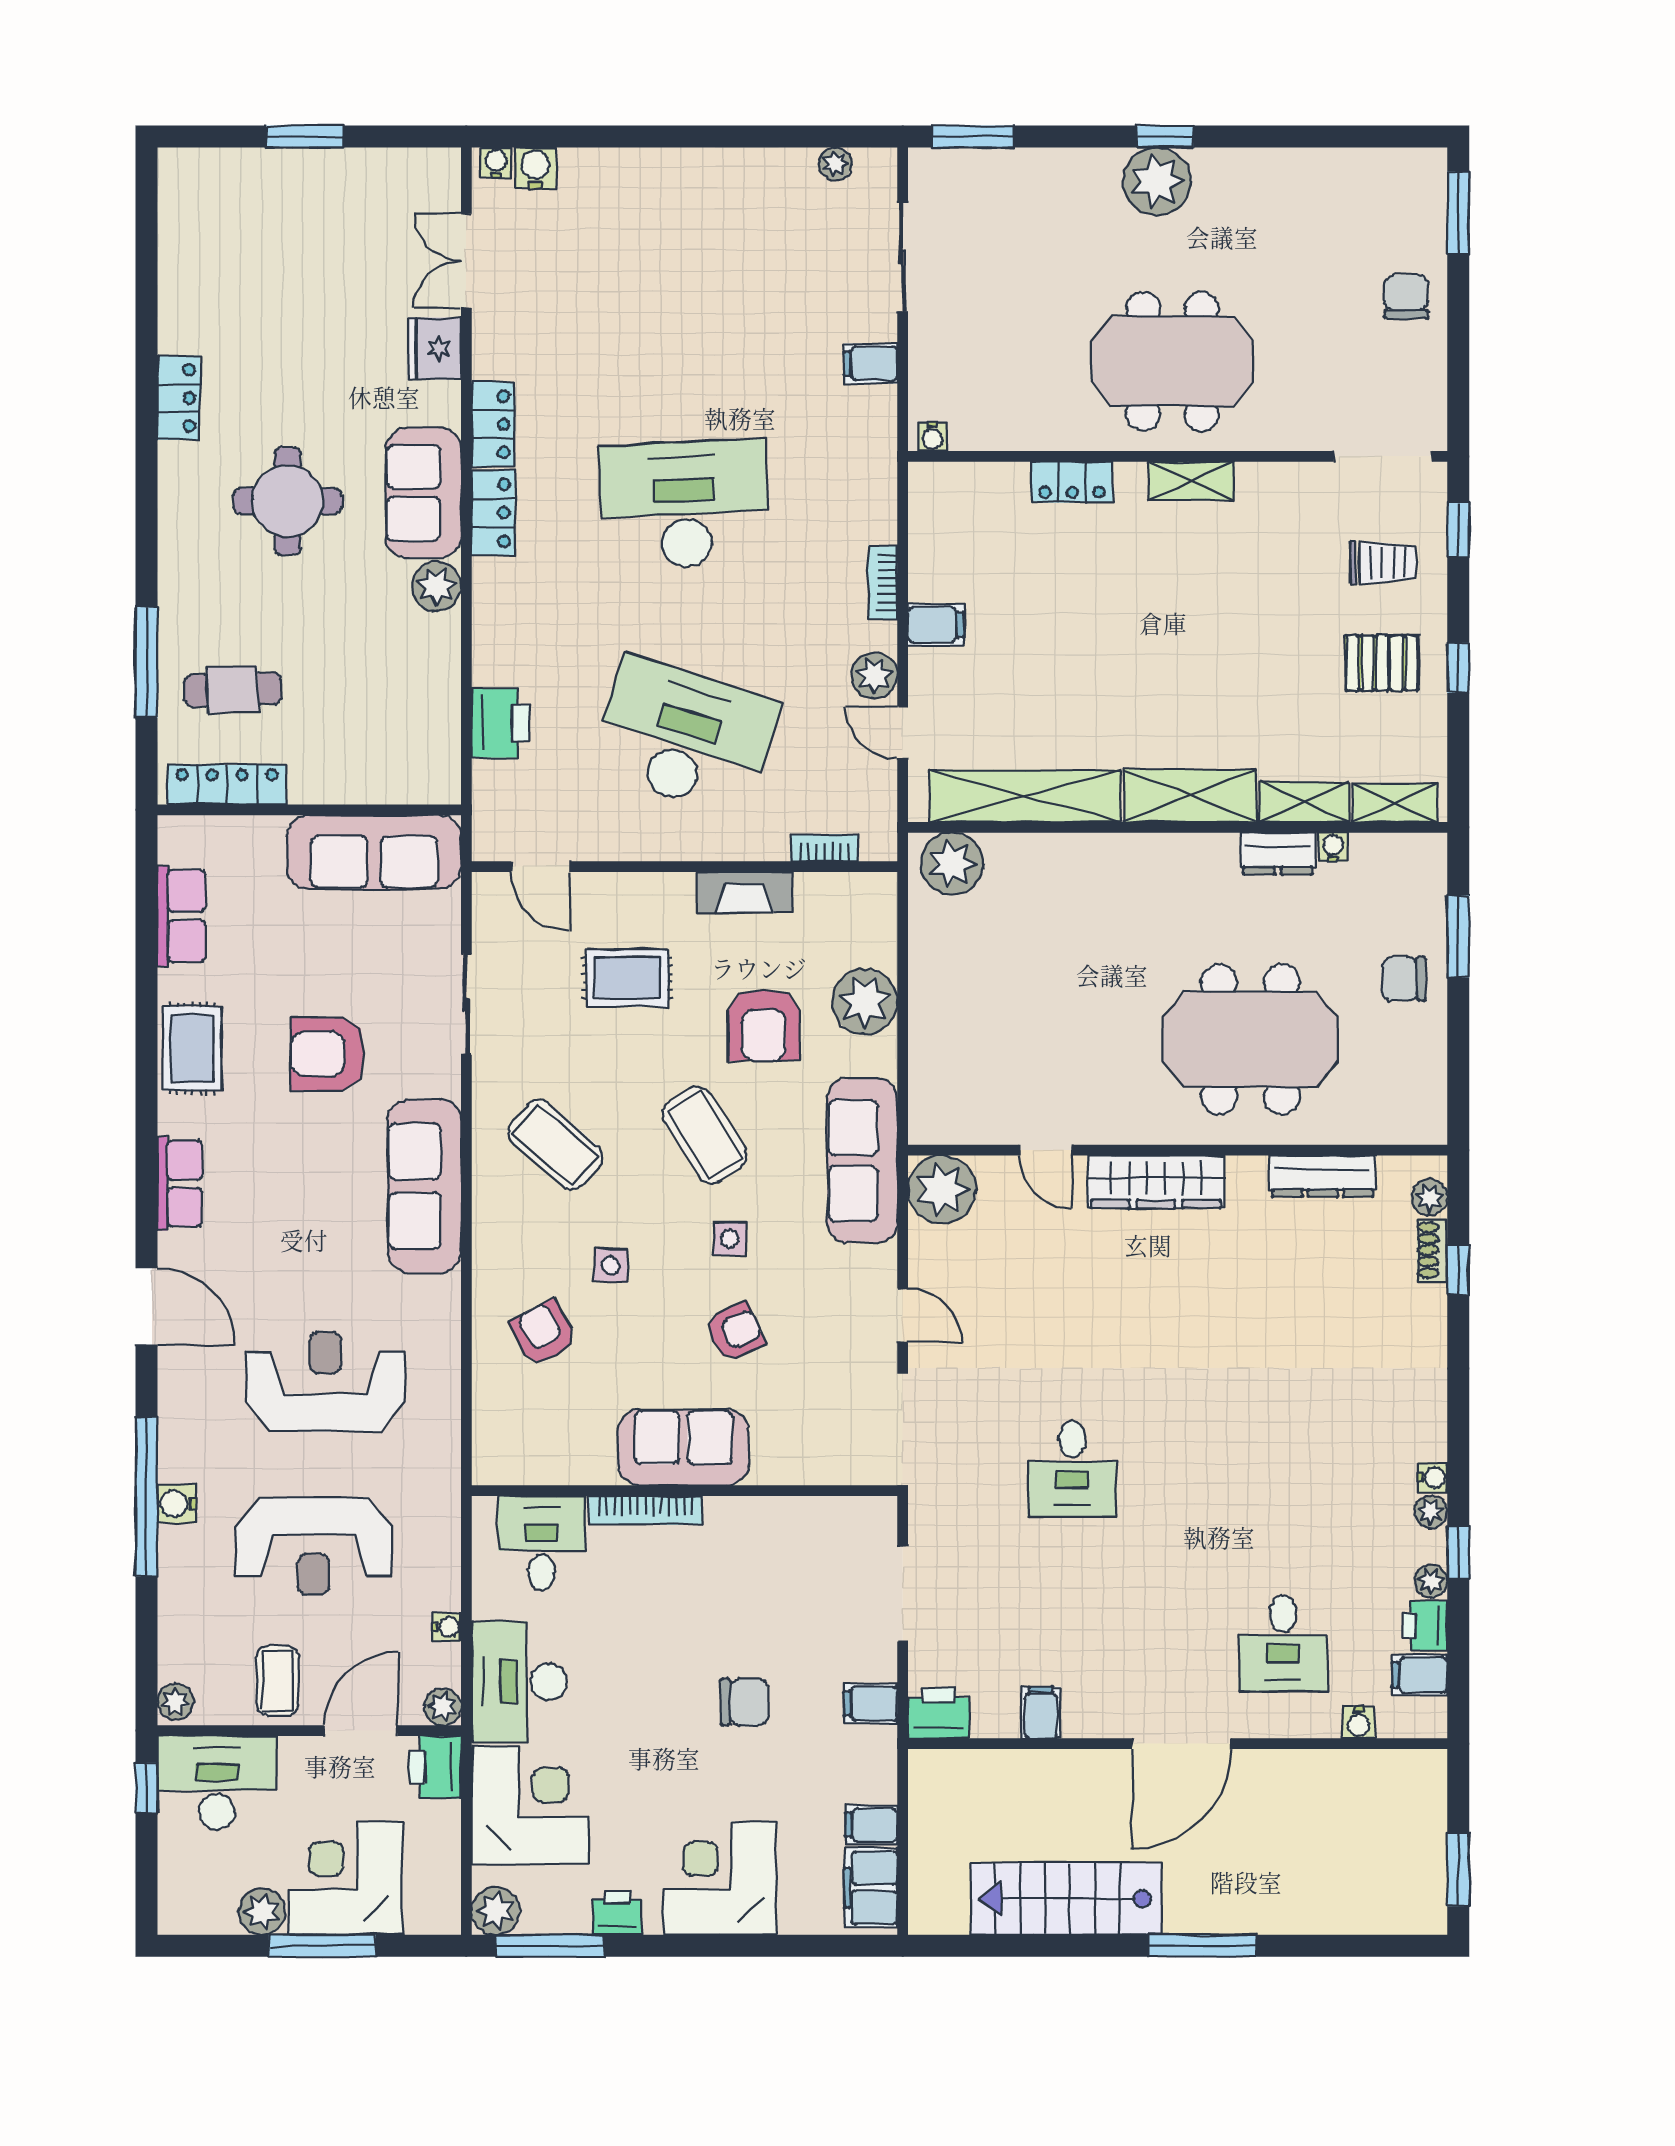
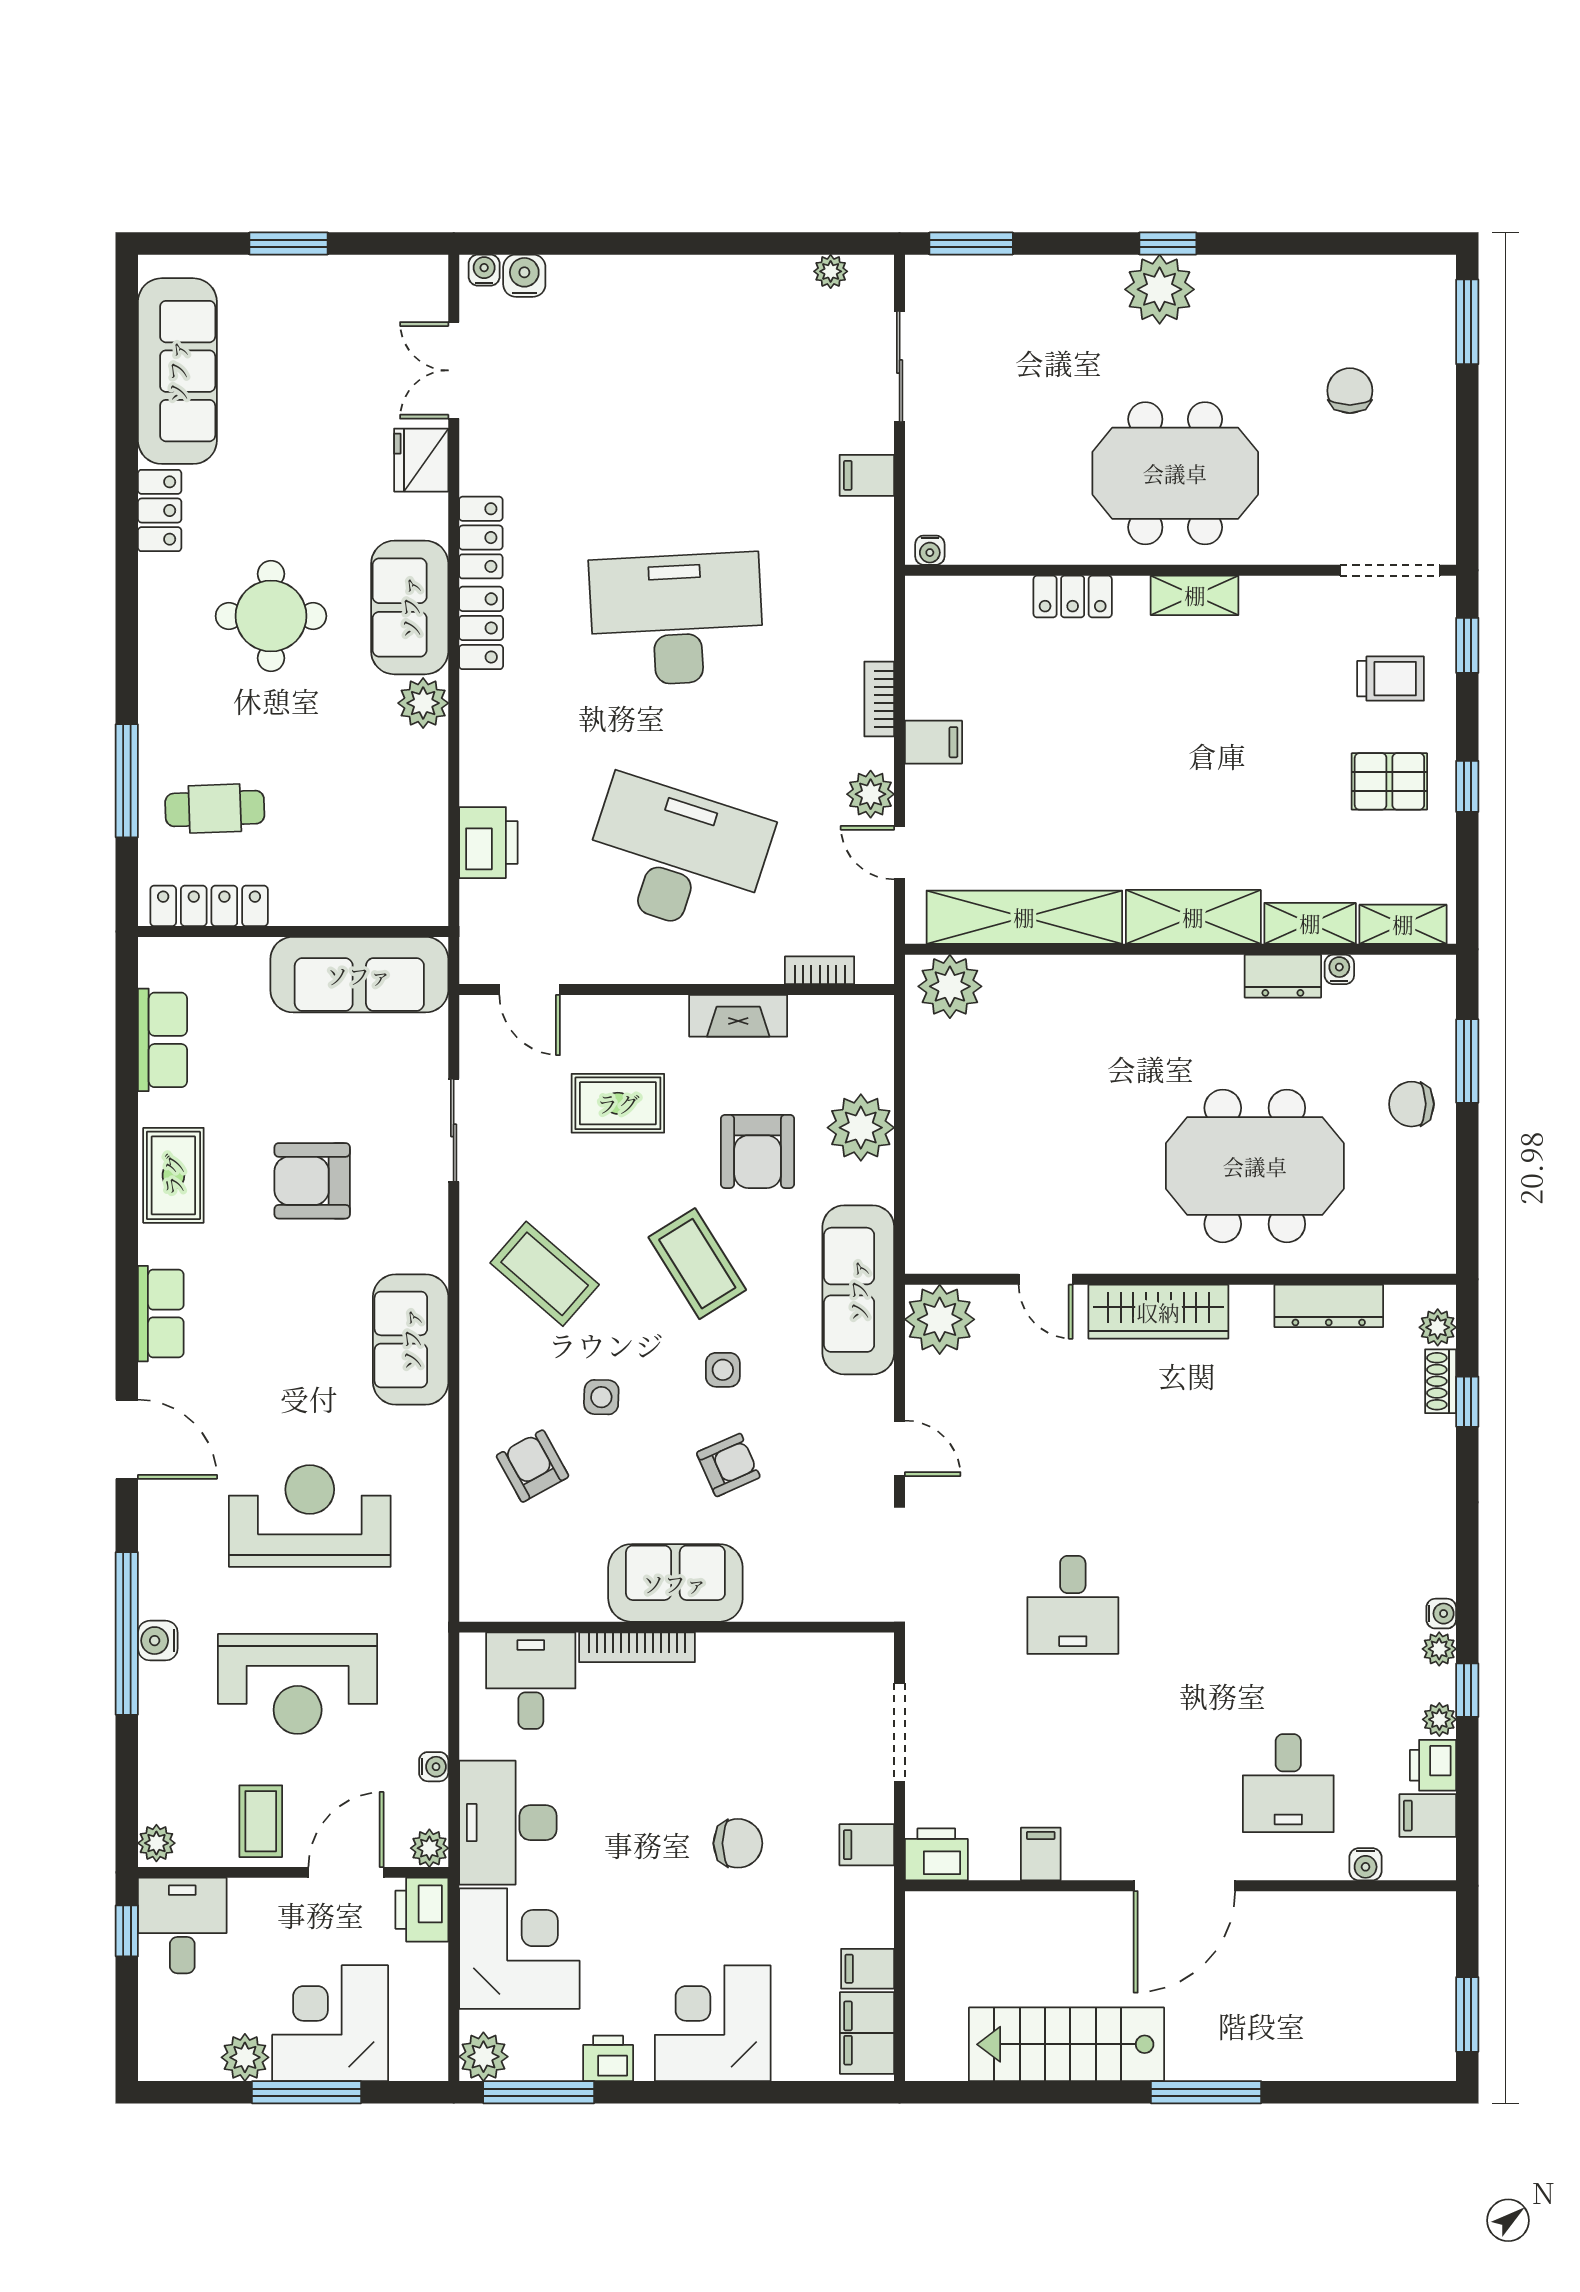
sofa: (196, 261) -> (177, 371), added
chair: (1406, 297) -> (1350, 391), moved
sofa: (424, 1186) -> (411, 1339), width x0.73
desk: (217, 1783) -> (182, 1926), width x0.73

